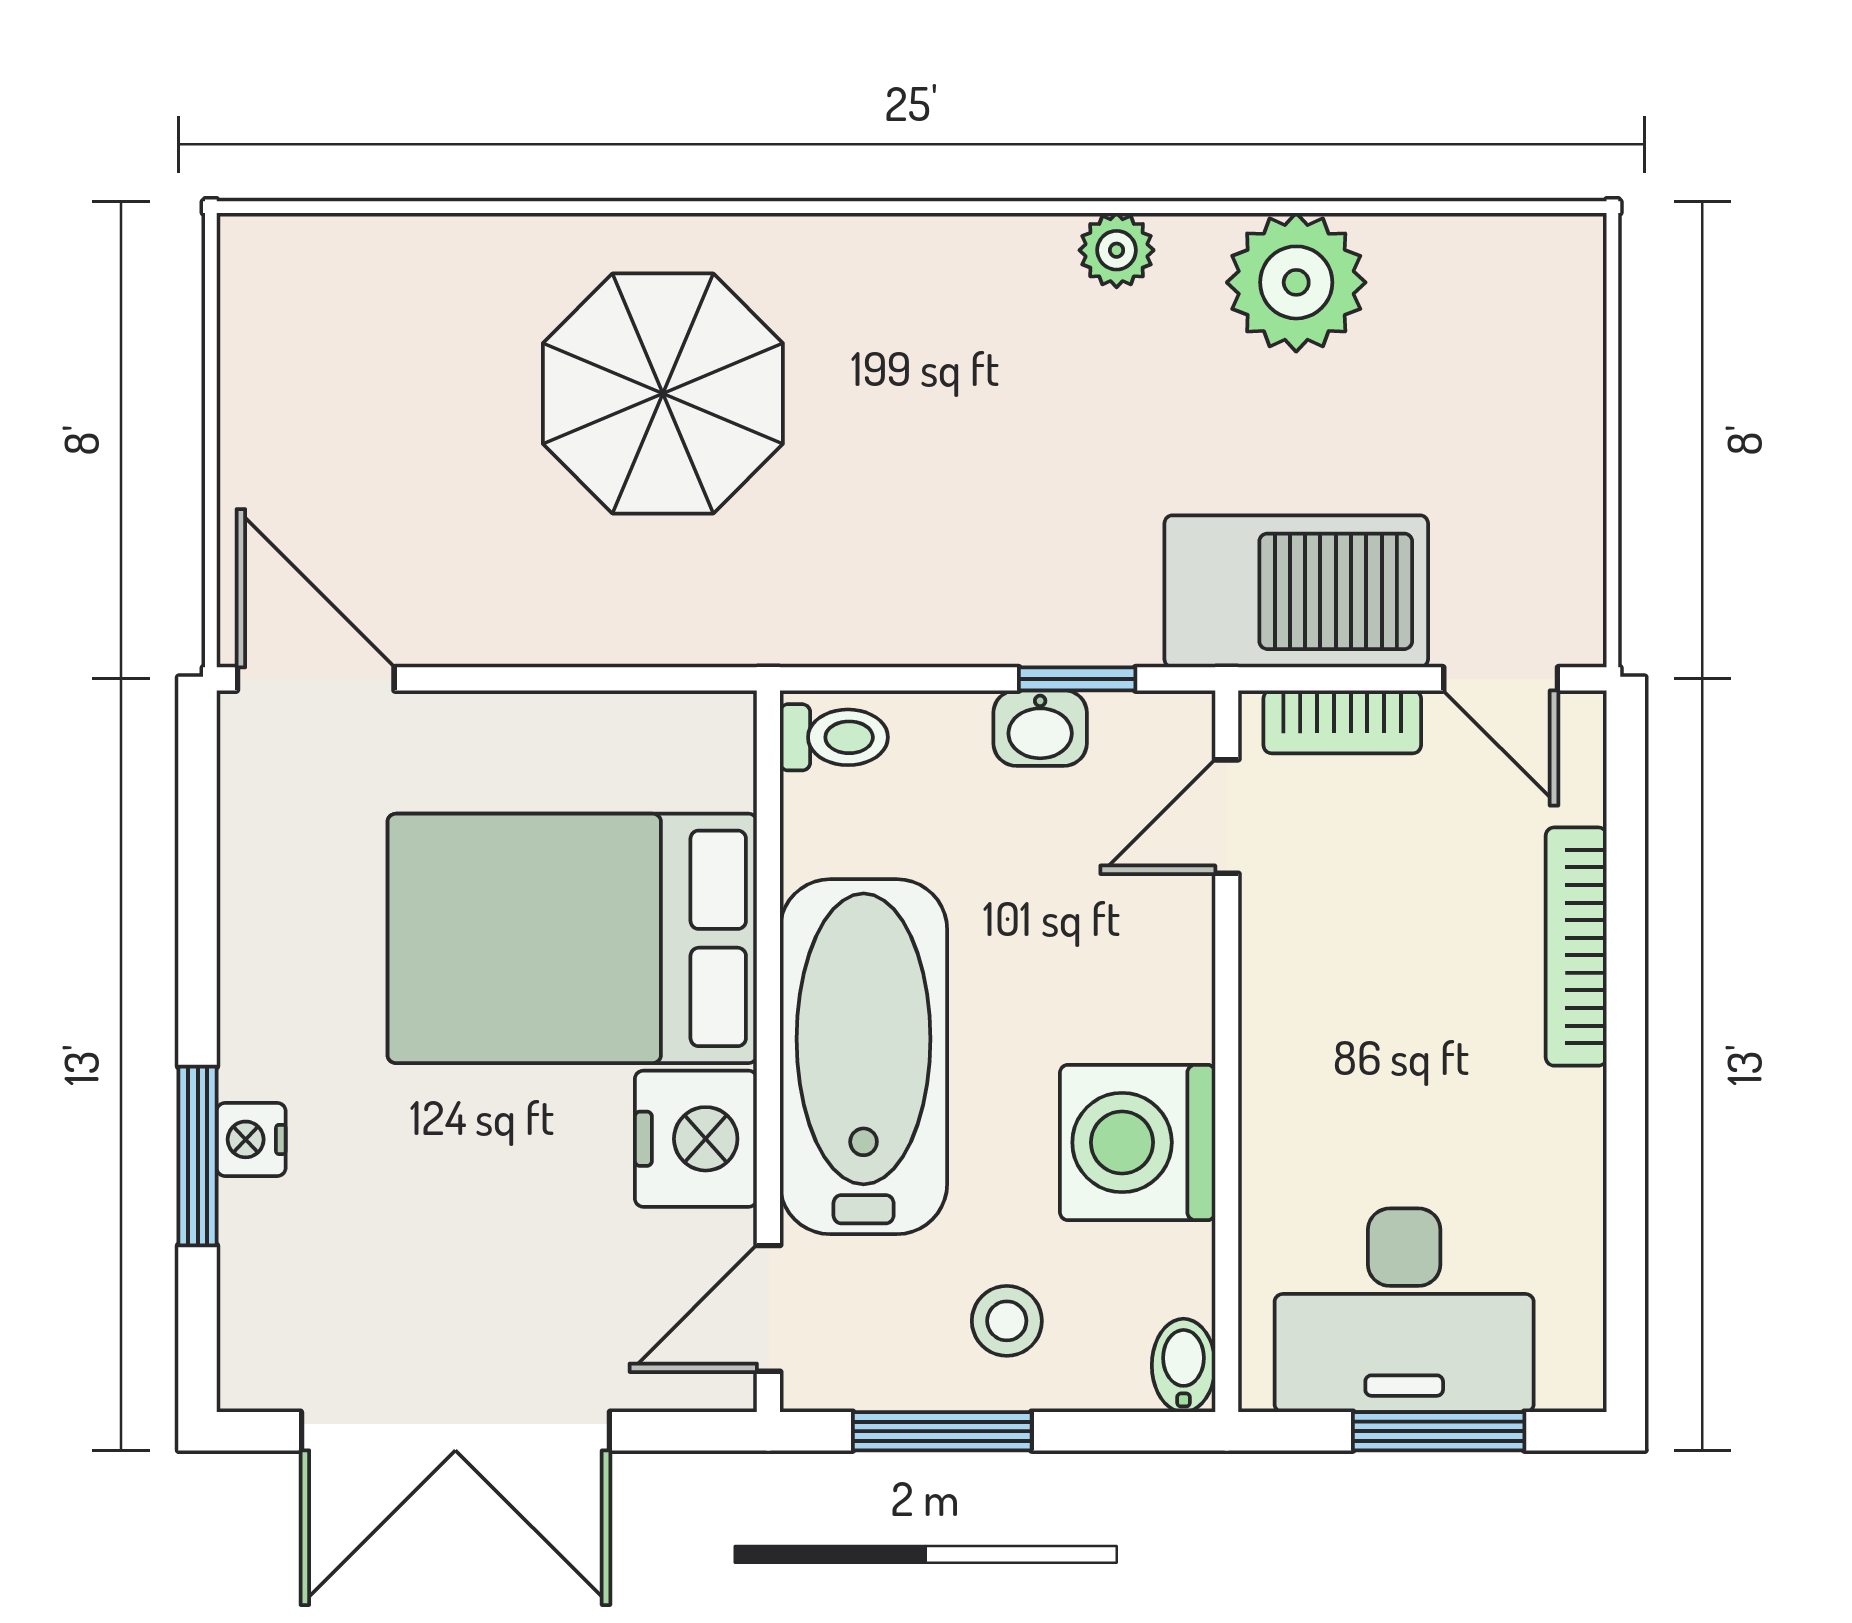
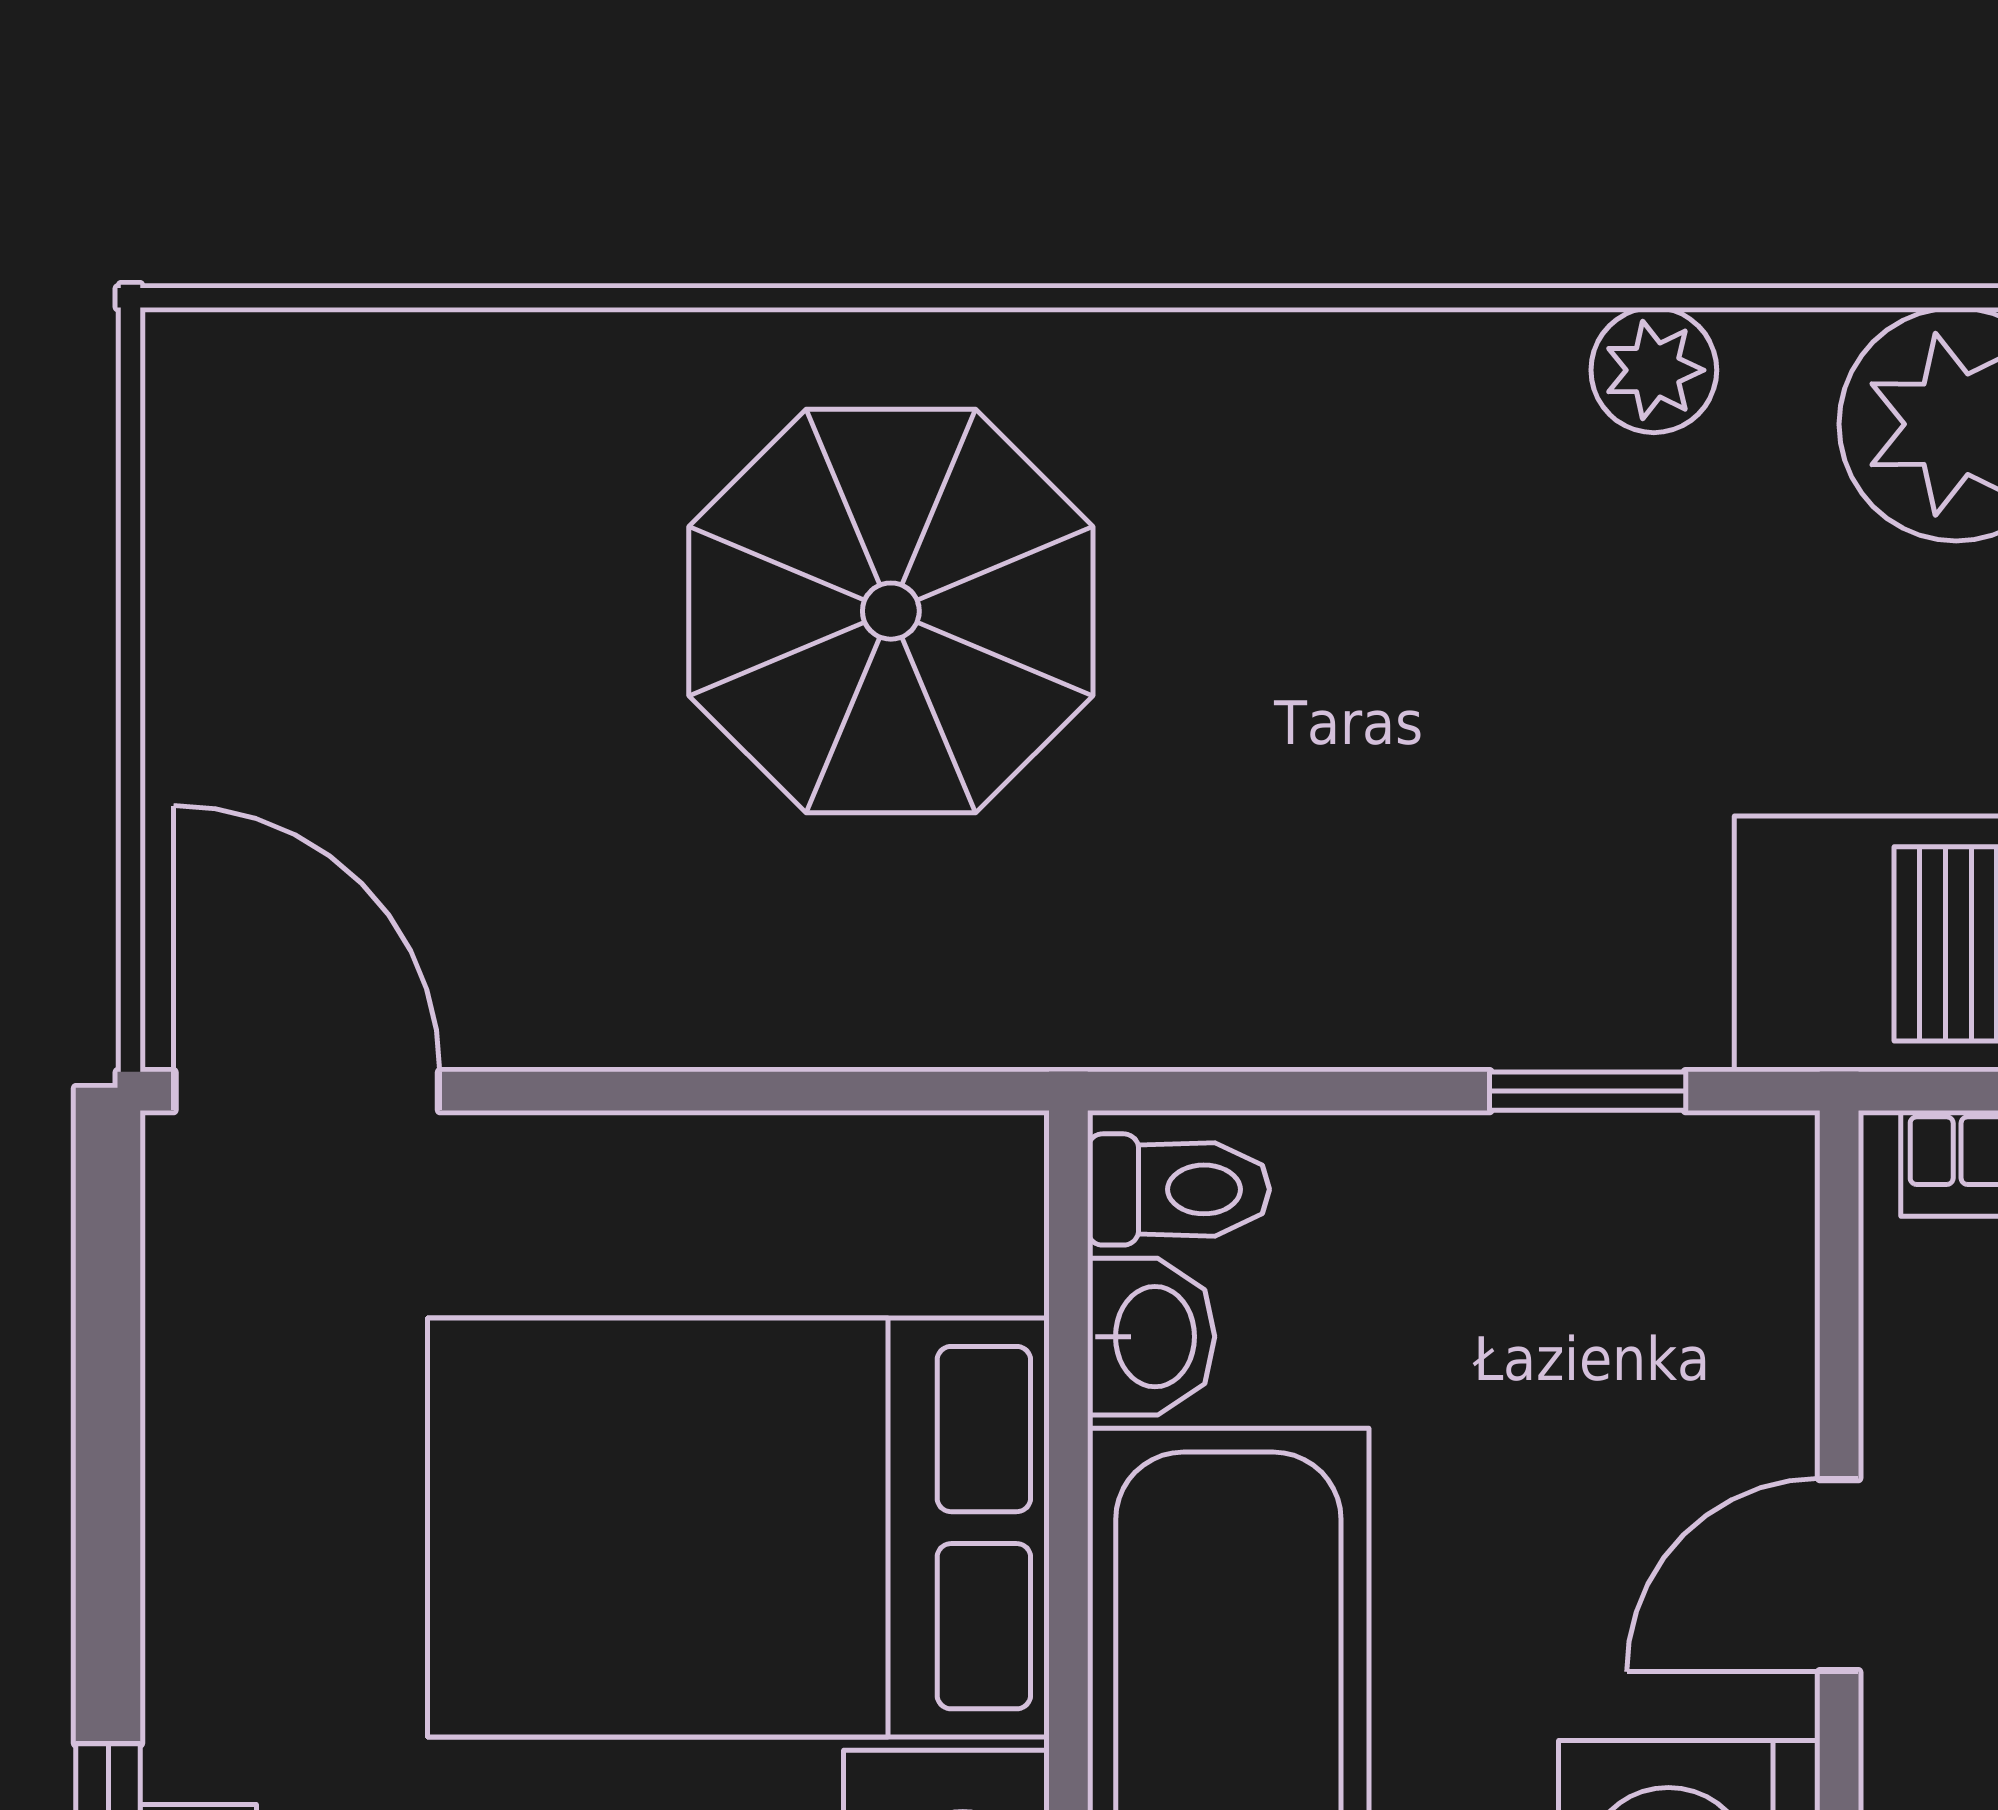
washbasin: (1040, 728) -> (1151, 1337), moved, turned -90
door: (1227, 817) -> (1839, 1575), moved

